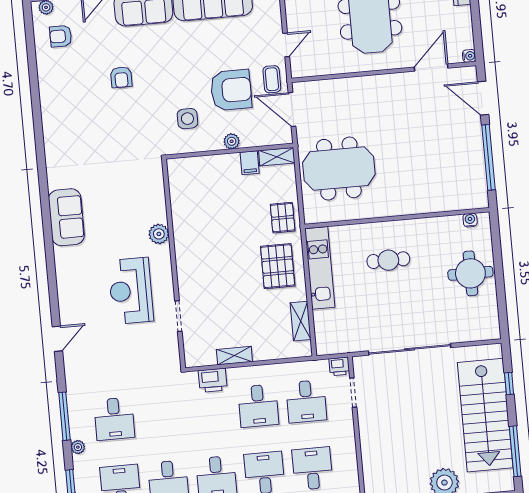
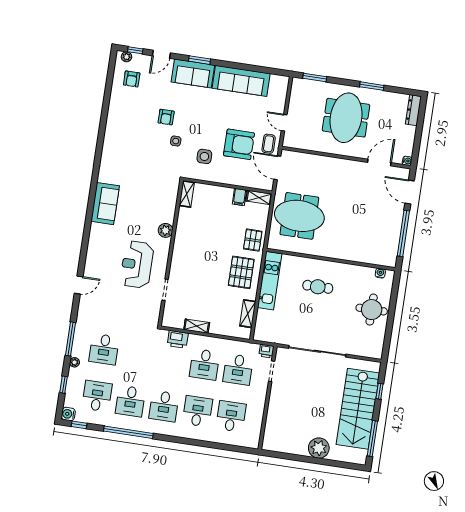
armchair: (61, 36) -> (132, 79), turned -90
door: (286, 45) -> (284, 123), swing flipped
side table: (143, 107) -> (176, 141), added
plant: (232, 141) -> (231, 179), removed
shelving: (176, 176) -> (187, 194), added

